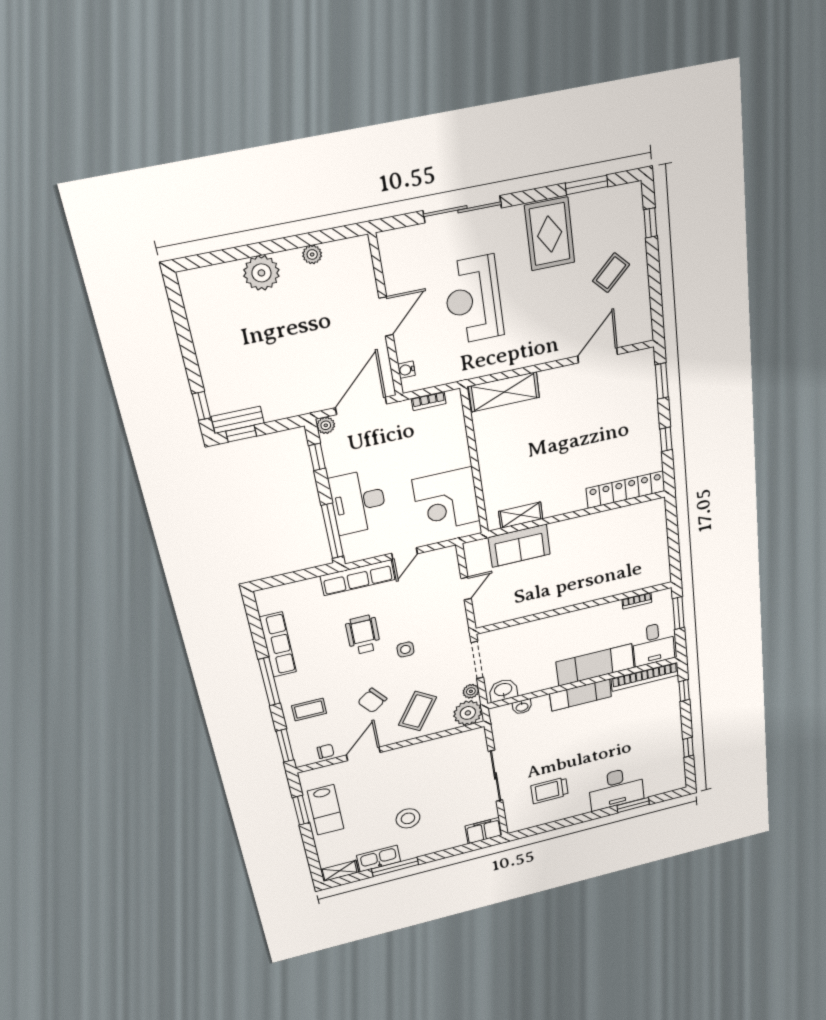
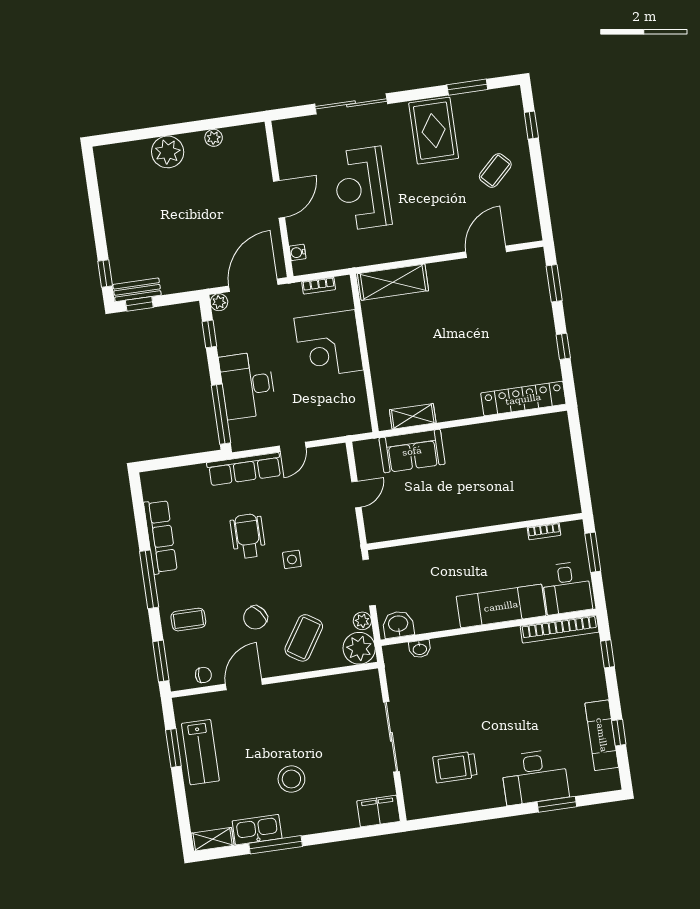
corner desk: (446, 500) -> (329, 344), moved
exam couch: (581, 695) -> (602, 735), moved, turned 90

